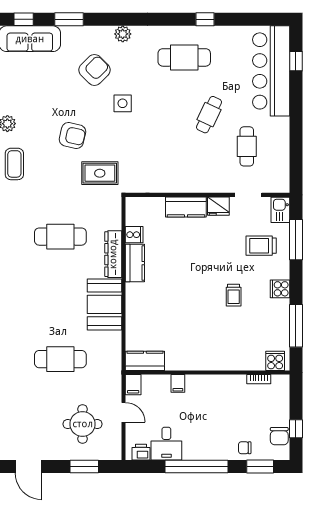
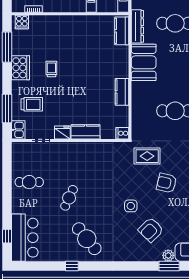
plant: (123, 34) -> (168, 255), moved
cafe table: (184, 57) -> (87, 239), turned 51
bar counter: (271, 71) -> (25, 238), width x0.73
cafe table: (247, 146) -> (29, 182), moved, turned 90
cooker: (134, 235) -> (122, 133), moved
dresser: (113, 254) -> (137, 26), moved
cooker: (280, 289) -> (20, 68), width x1.87, depth x1.31
kitchen counter: (145, 361) -> (122, 31), moved, turned 90

